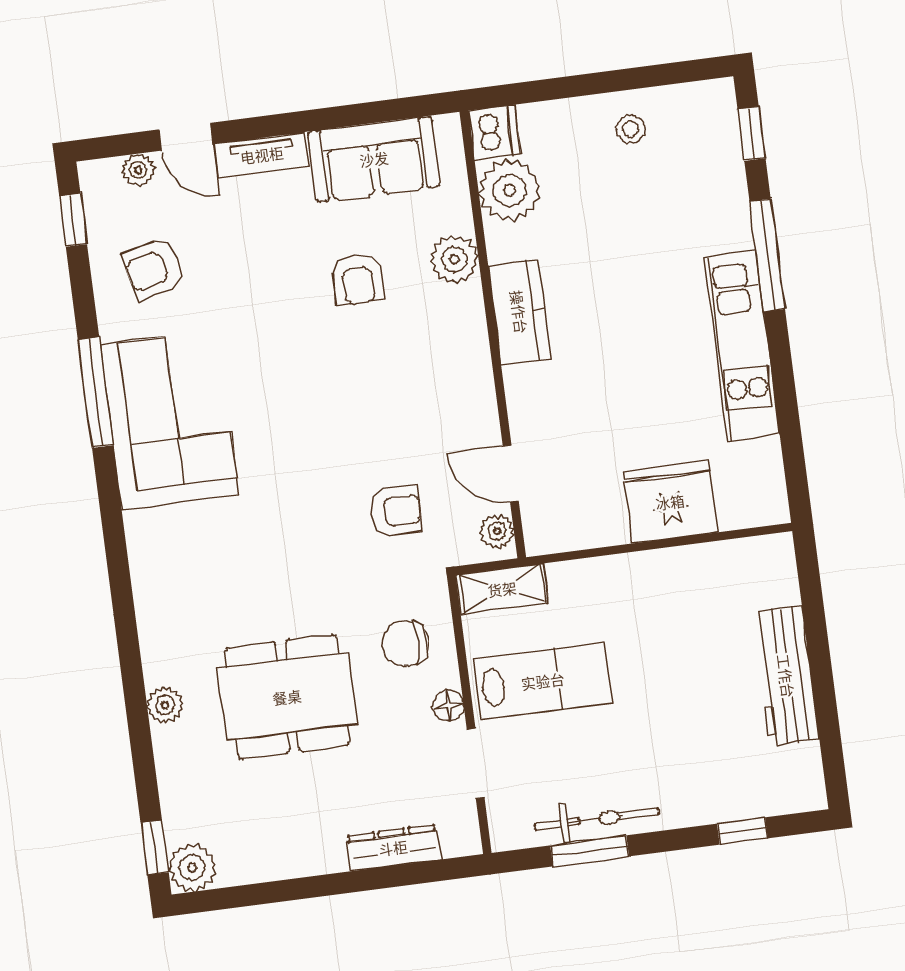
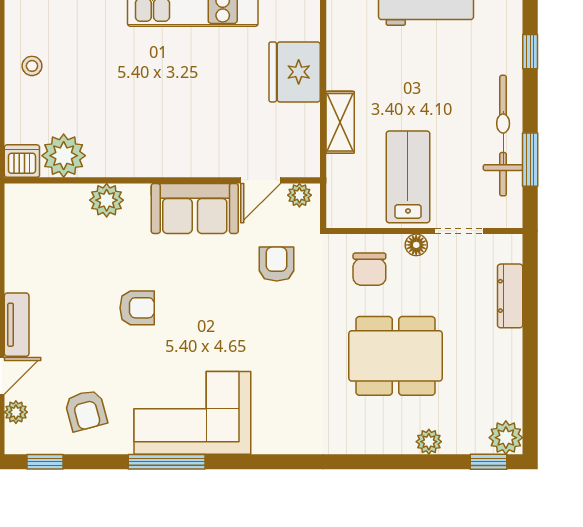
sofa: (374, 159) -> (195, 208), moved, turned 90
armchair: (358, 279) -> (137, 308), moved
kitchen counter: (519, 312) -> (149, 160), removed
shelving: (502, 589) -> (340, 122), moved
dining table: (287, 697) -> (396, 356), turned 90
plant: (165, 705) -> (429, 442), moved
bicycle: (597, 819) -> (503, 136), width x1.37, depth x1.40

